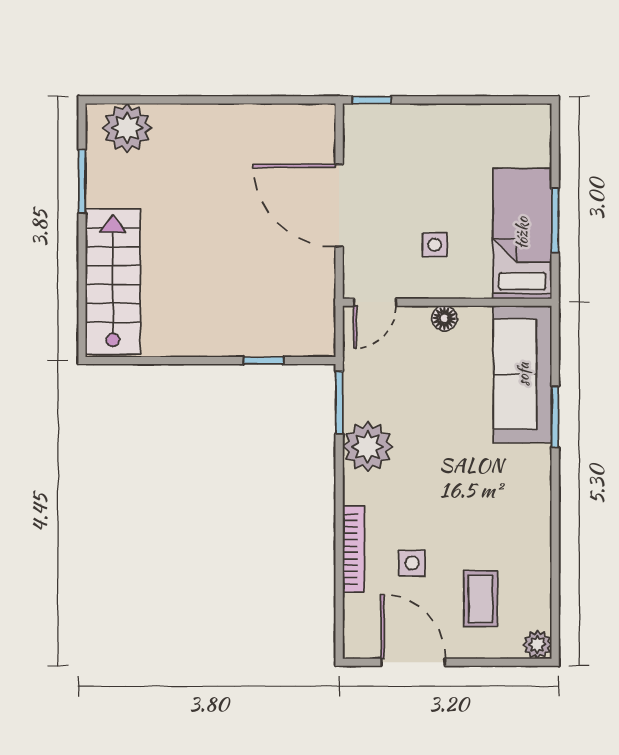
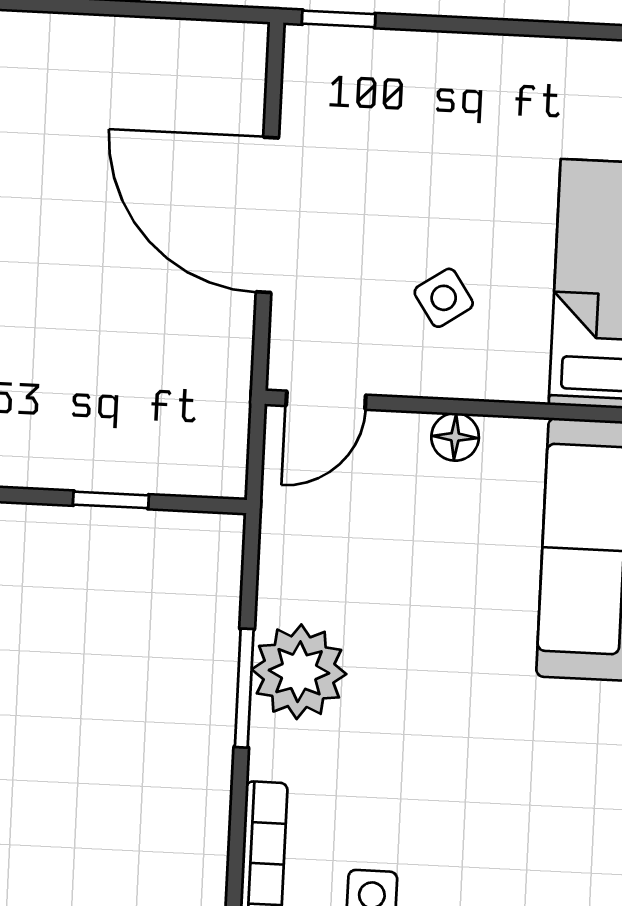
side table: (435, 245) -> (444, 298), turned -34
window: (339, 402) -> (244, 688), moved

